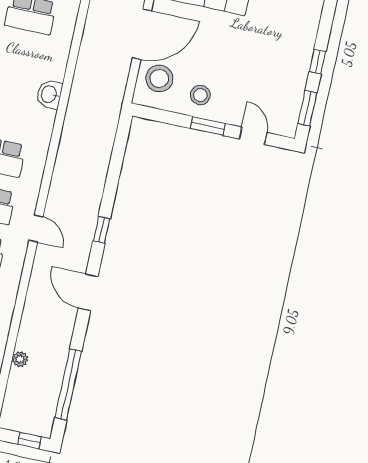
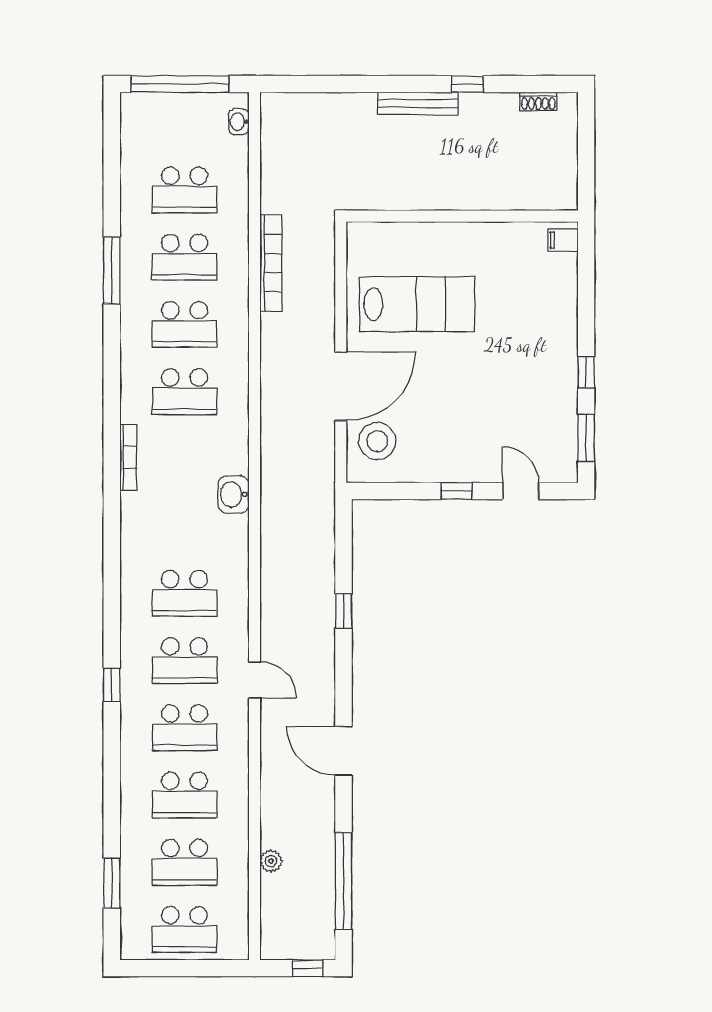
stool: (200, 95) -> (437, 452), removed
window: (208, 126) -> (457, 491), width x0.67
window: (102, 230) -> (344, 611), moved

